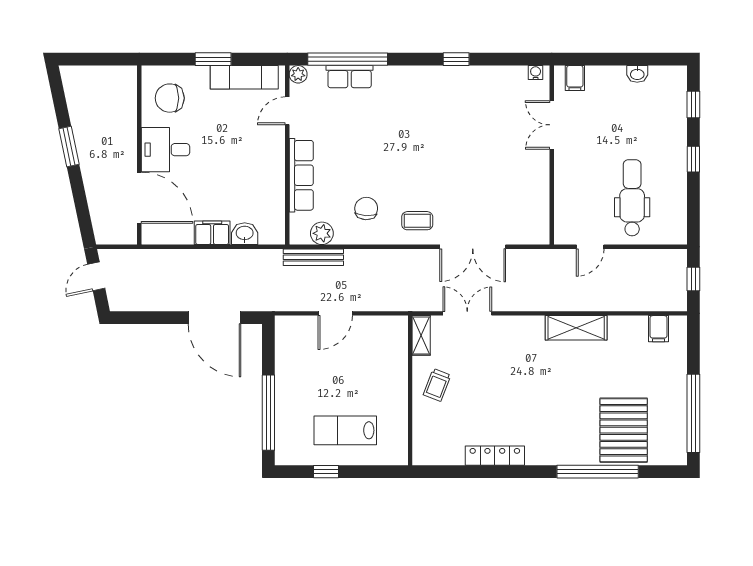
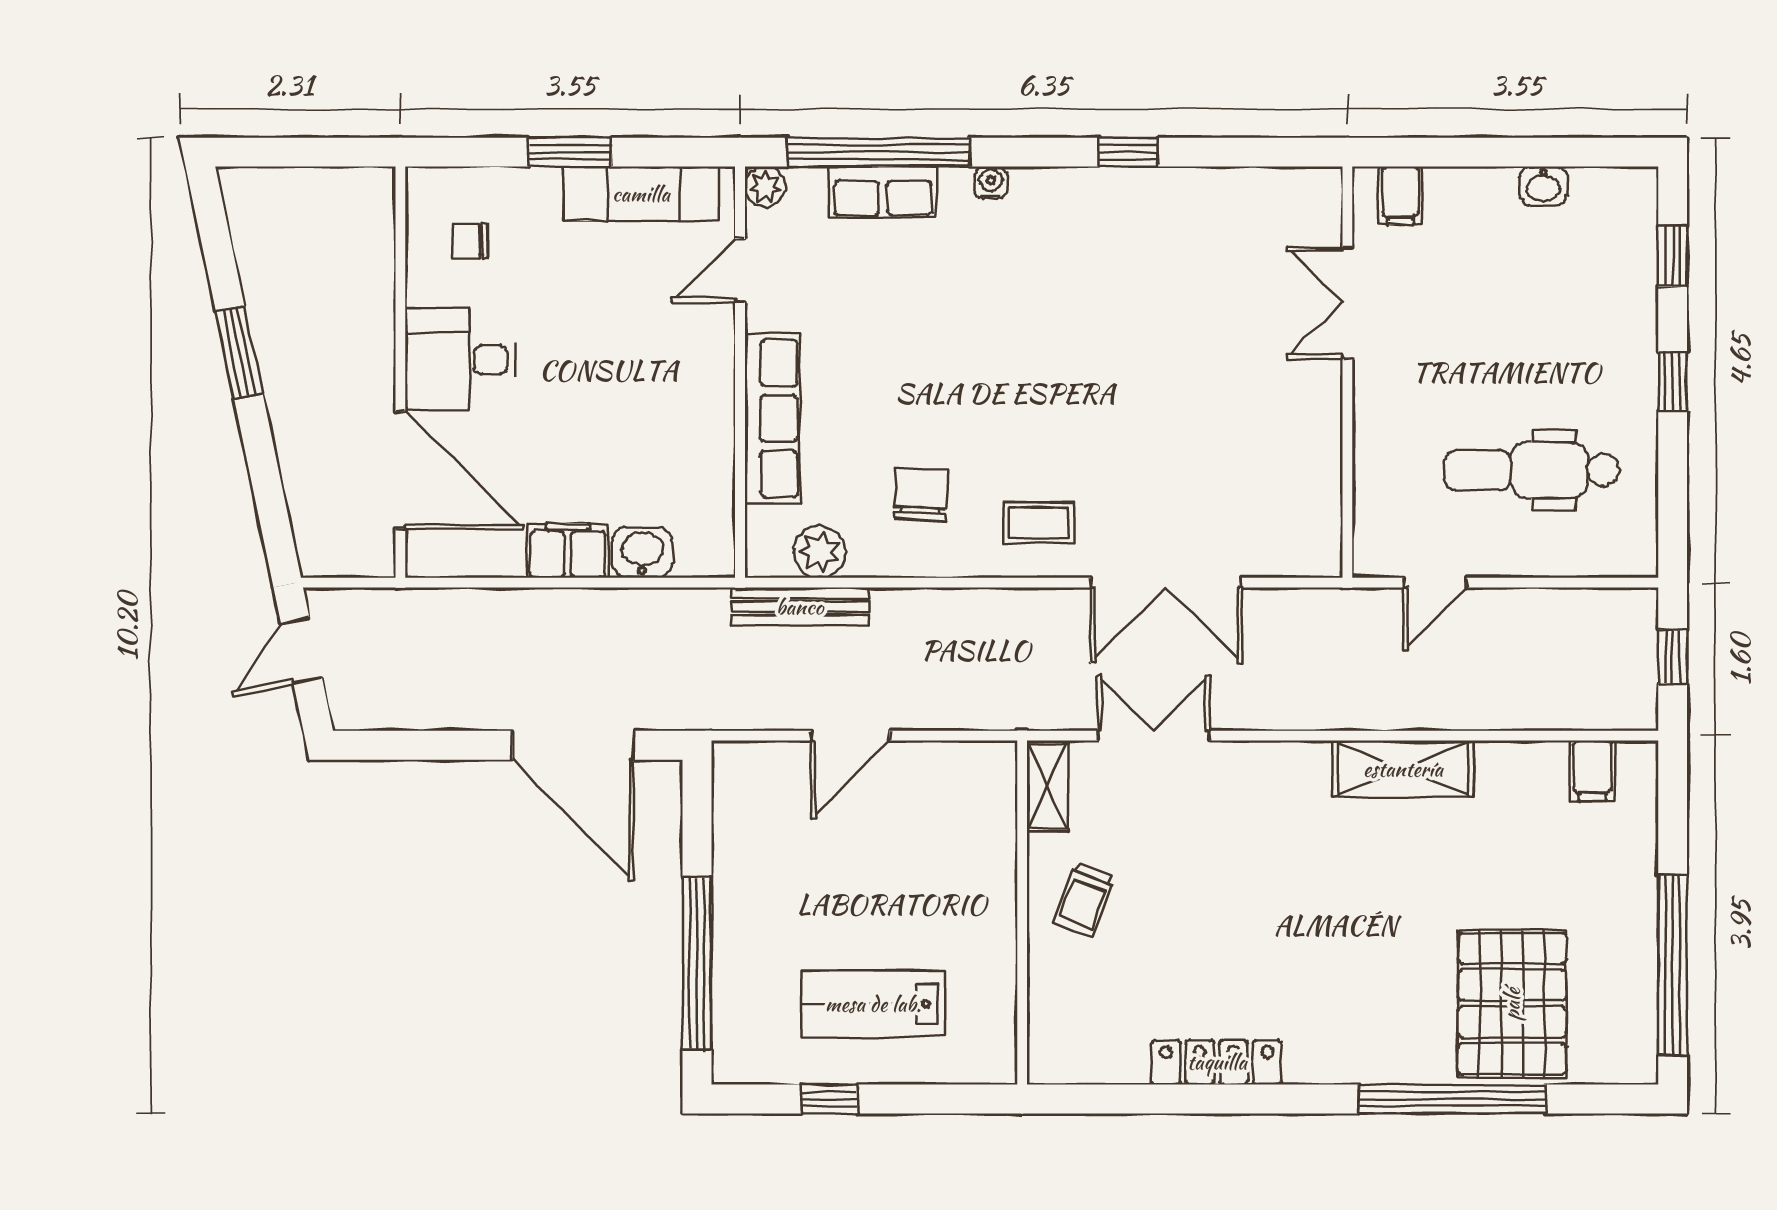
water cooler: (536, 73) -> (991, 183), moved
chair: (170, 98) -> (470, 241), width x0.54, depth x0.54
dental chair: (632, 198) -> (1532, 470), turned -90

